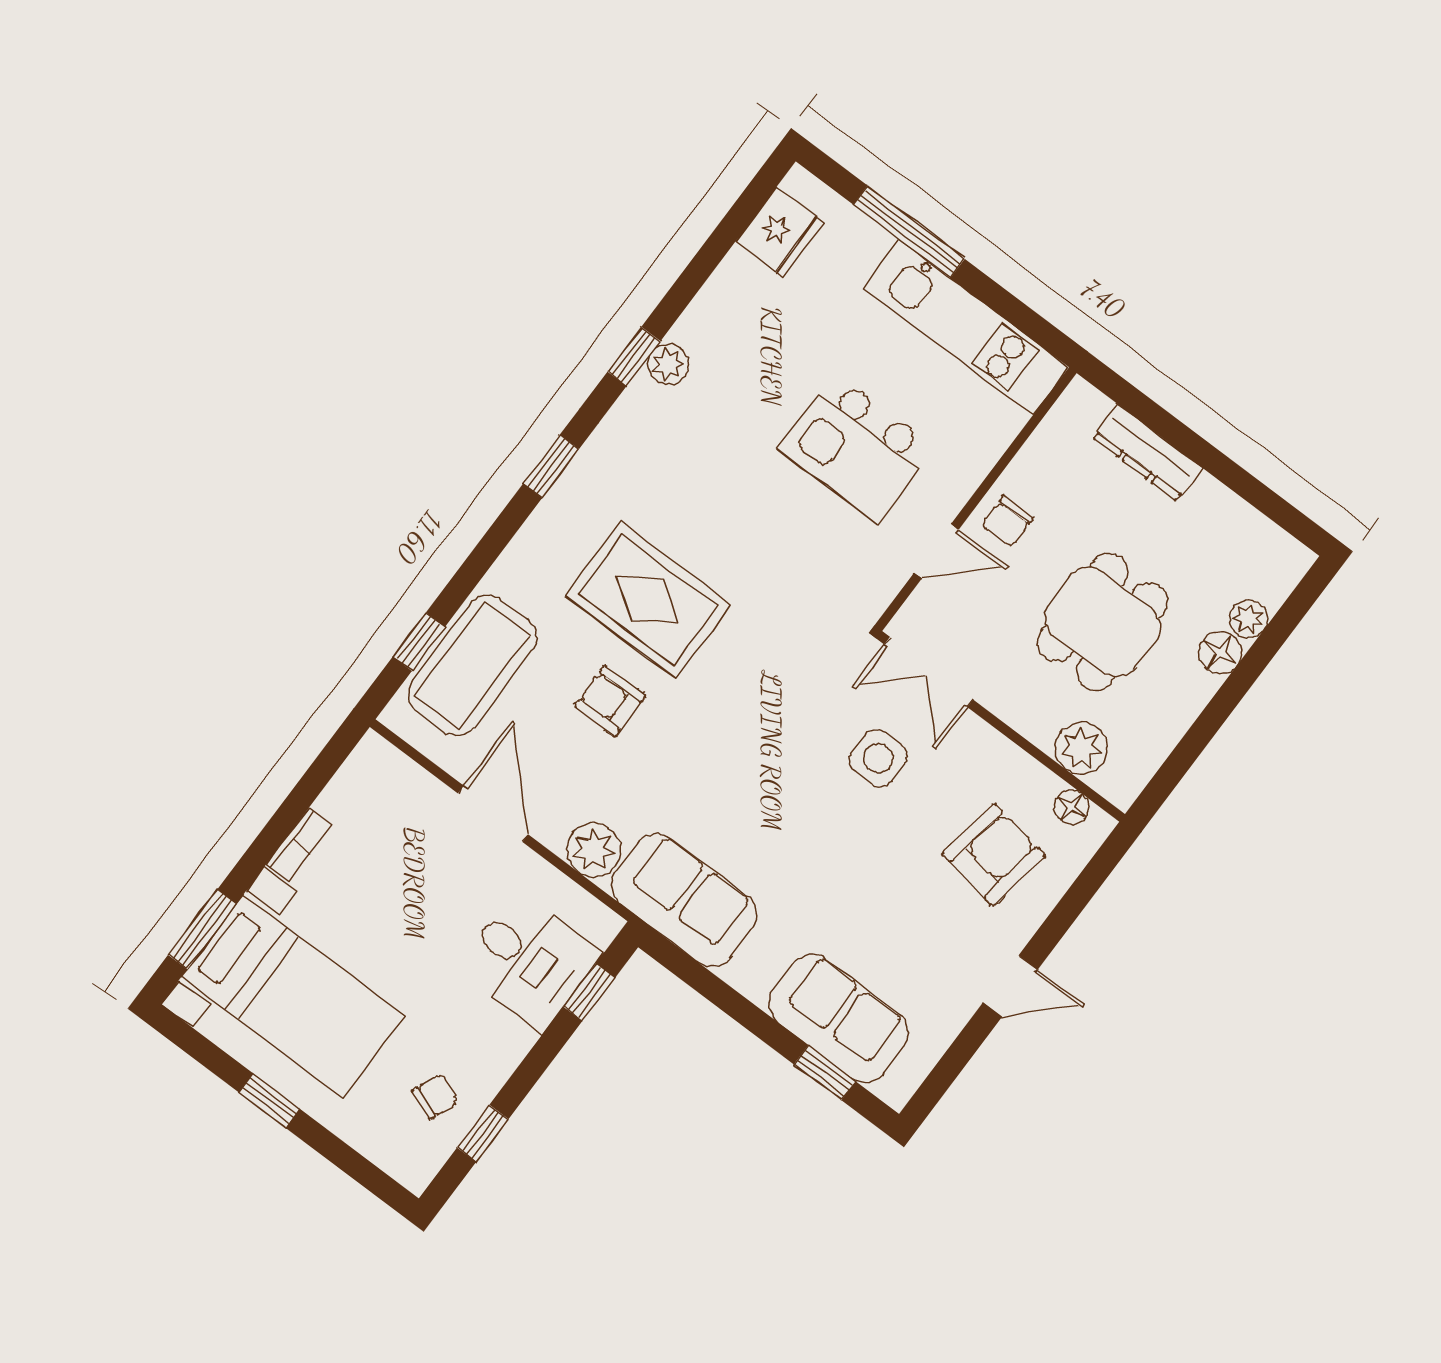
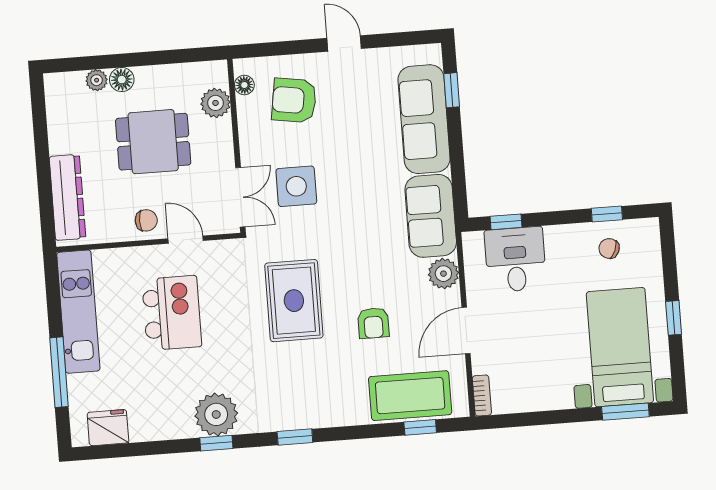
plant: (668, 364) -> (216, 414), width x1.87, depth x1.87
dresser: (1147, 453) -> (67, 197), width x1.37, depth x1.24
rug: (648, 600) -> (294, 301), moved
side table: (878, 758) -> (296, 186), width x1.37, depth x1.37
bookcase: (299, 845) -> (482, 395), moved, turned 90
sofa: (839, 1018) -> (424, 119), width x1.36

